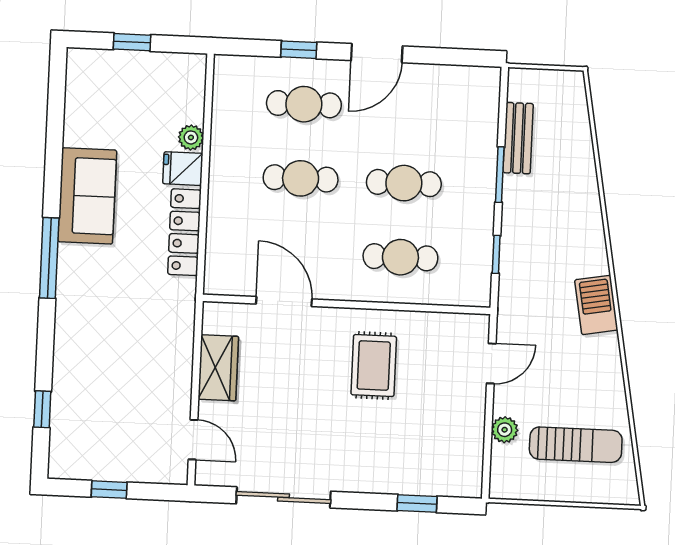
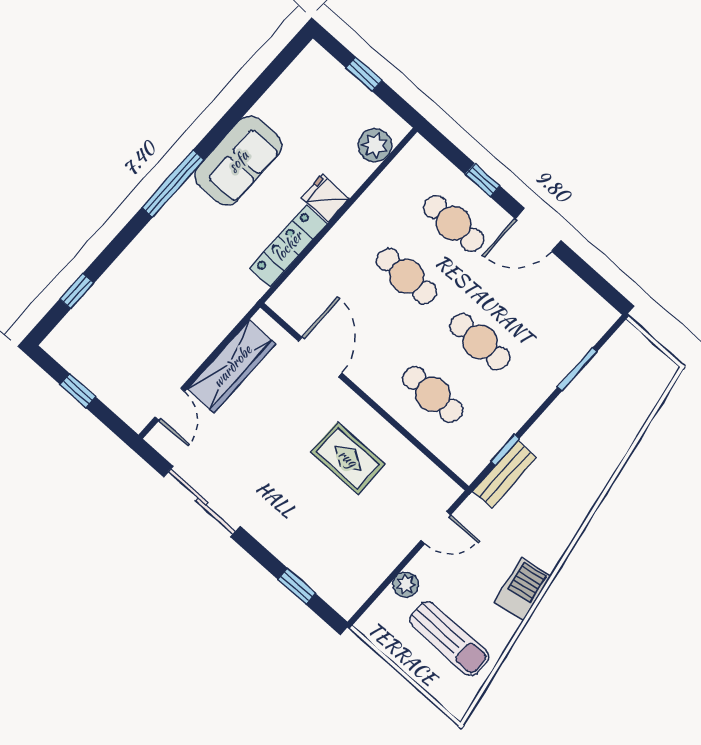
plant: (191, 137) -> (375, 145), moved, width x1.38, depth x1.38
bench: (518, 138) -> (505, 474), moved
window: (500, 175) -> (577, 369), moved
barbecue: (596, 305) -> (523, 589), moved
rug: (374, 366) -> (348, 458), turned 90
wardrobe: (218, 368) -> (232, 366), width x1.50

